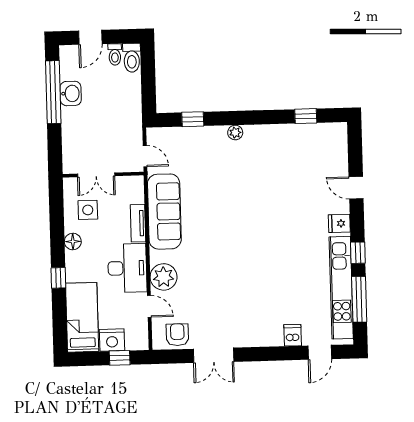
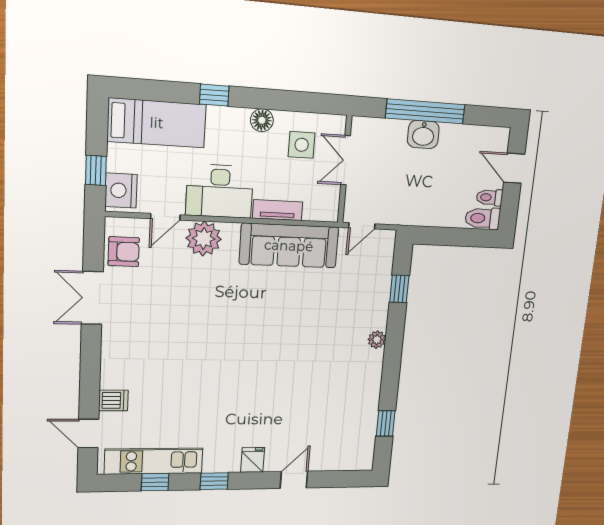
window: (53, 92) -> (425, 111), moved
washbasin: (71, 93) -> (423, 134), moved
kitchen unit: (341, 288) -> (154, 461), width x0.73
window: (359, 299) -> (155, 482), width x0.46
nightstand: (112, 340) -> (121, 190), moved

